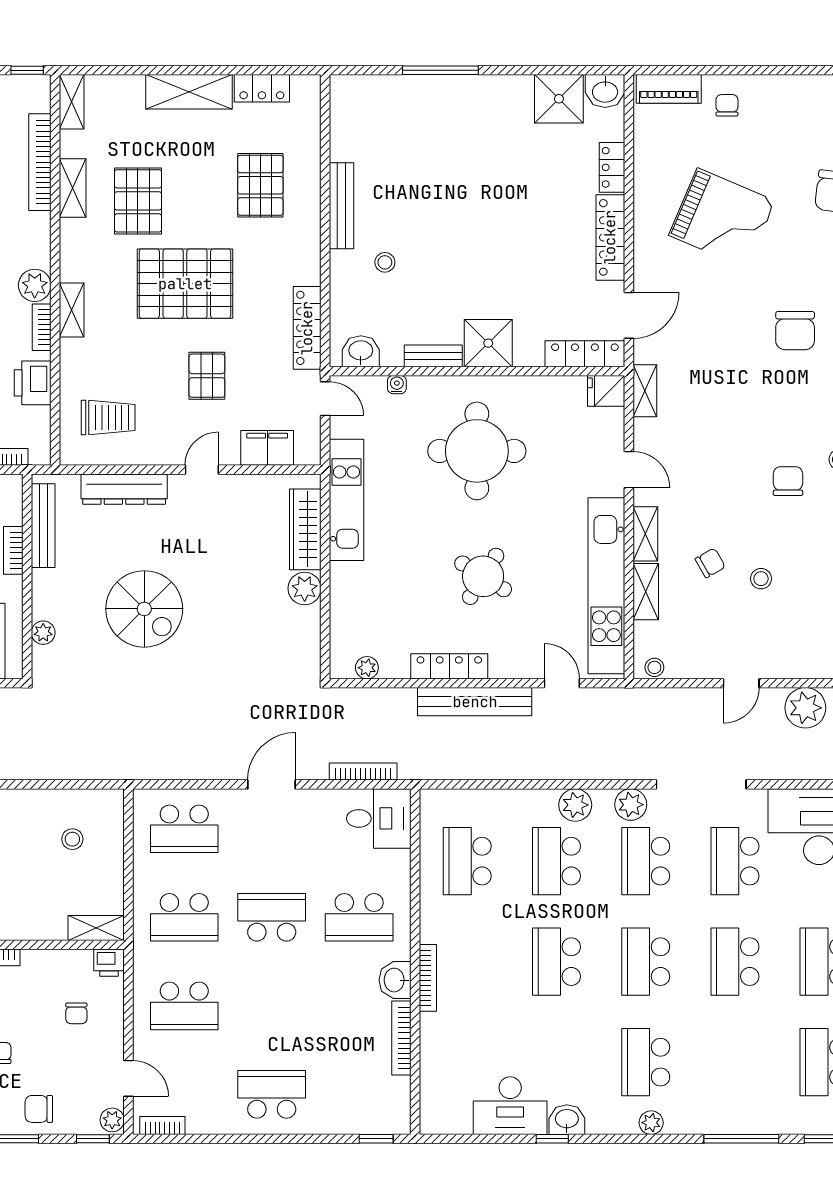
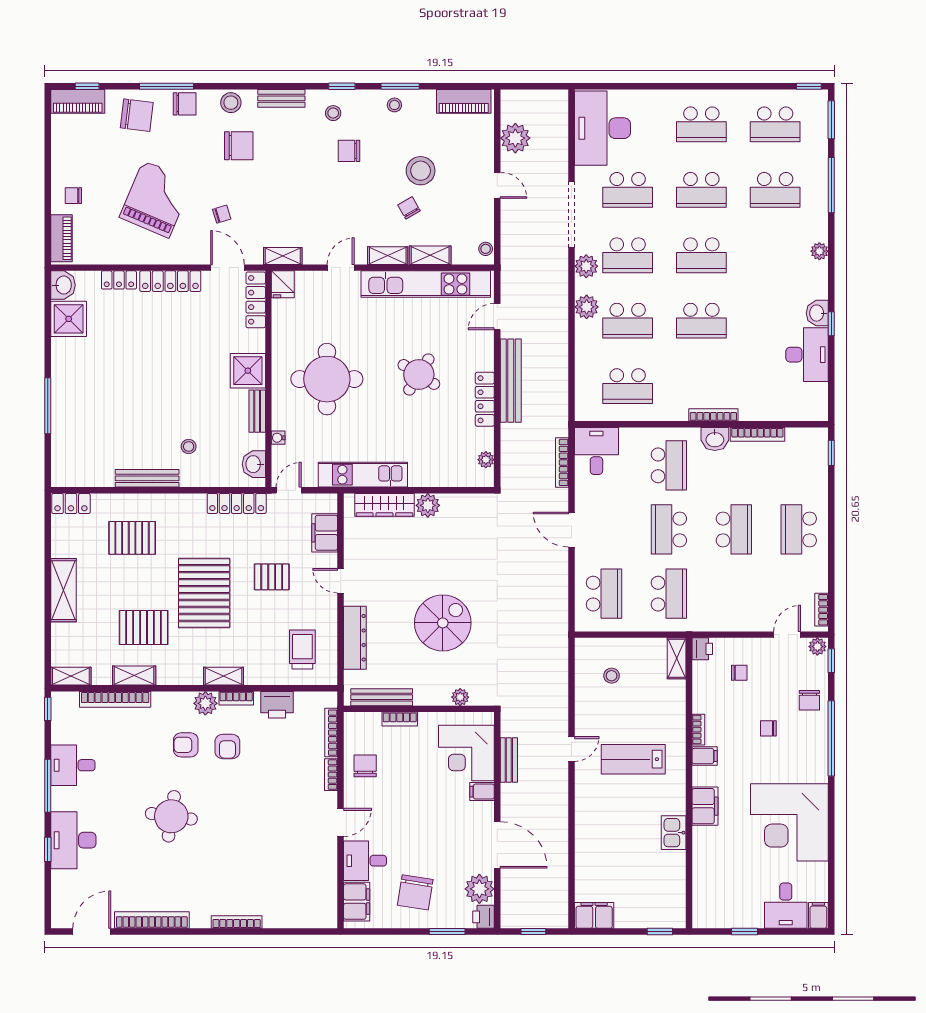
locker: (262, 88) -> (71, 504), moved, turned 90
chair: (702, 308) -> (222, 214), added
stool: (761, 579) -> (421, 171), width x1.89, depth x1.89
school desk: (184, 1006) -> (734, 529), moved
school desk: (646, 1062) -> (775, 190), moved

